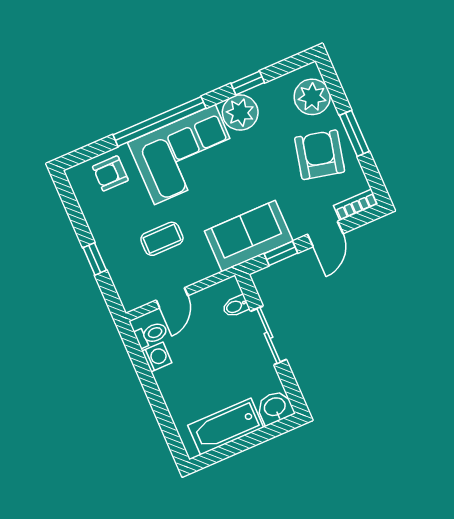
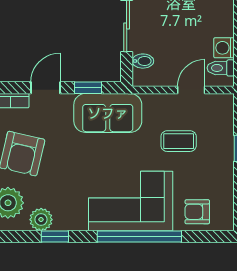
plant: (240, 113) -> (41, 220), moved, width x0.73, depth x0.73
armchair: (110, 173) -> (197, 212), turned 180

